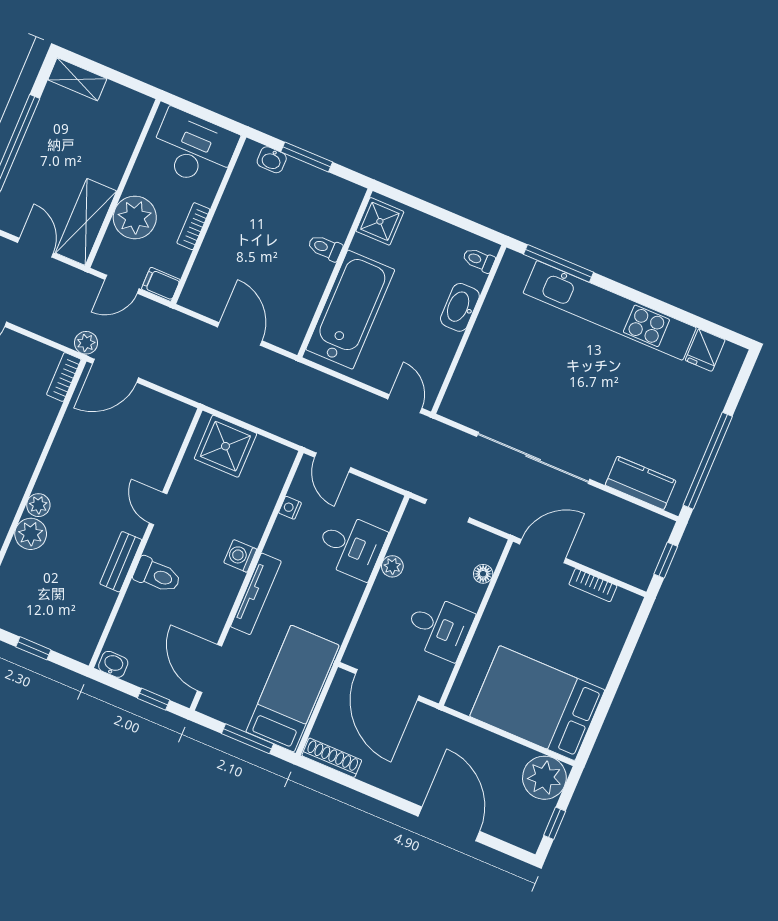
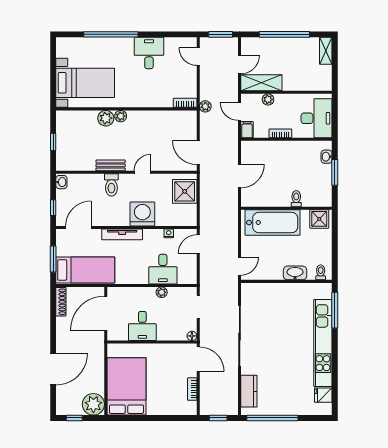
plant: (135, 217) -> (268, 99), width x0.53, depth x0.53
door: (115, 371) -> (198, 153), moved
washing machine: (240, 556) -> (142, 214), width x1.89, depth x1.89
floor lamp: (483, 574) -> (192, 336), moved

